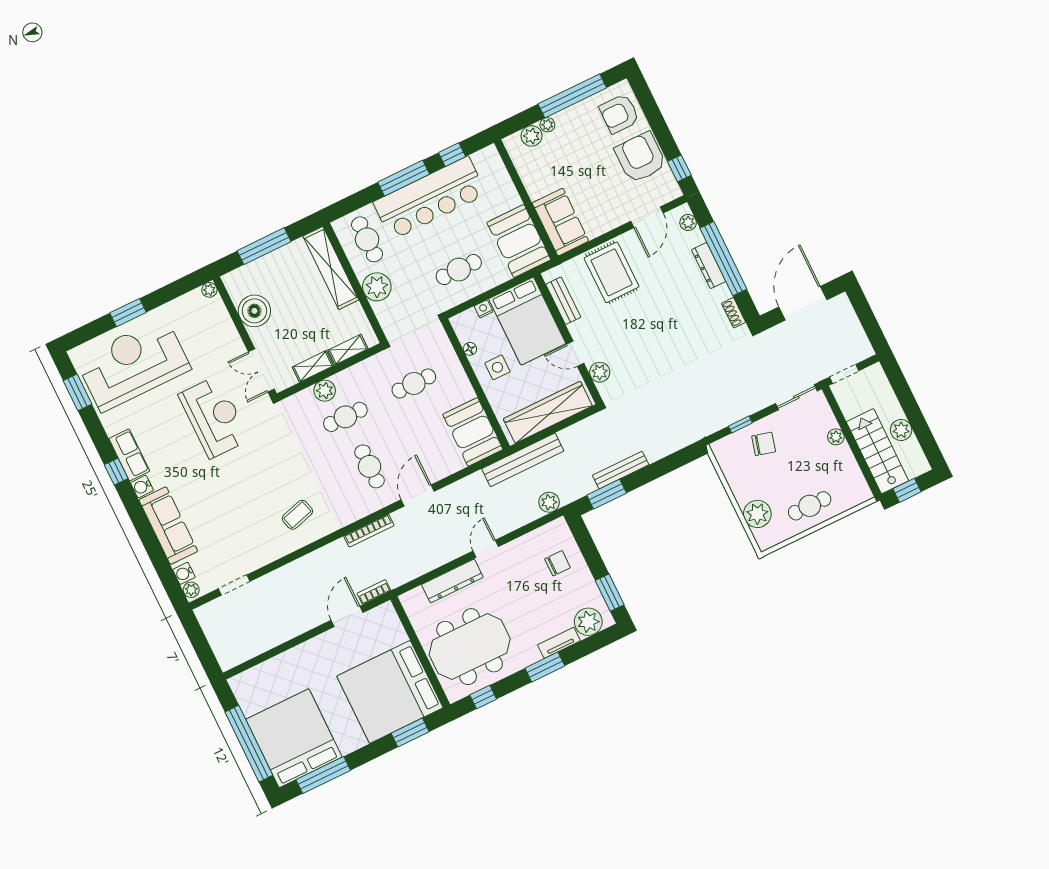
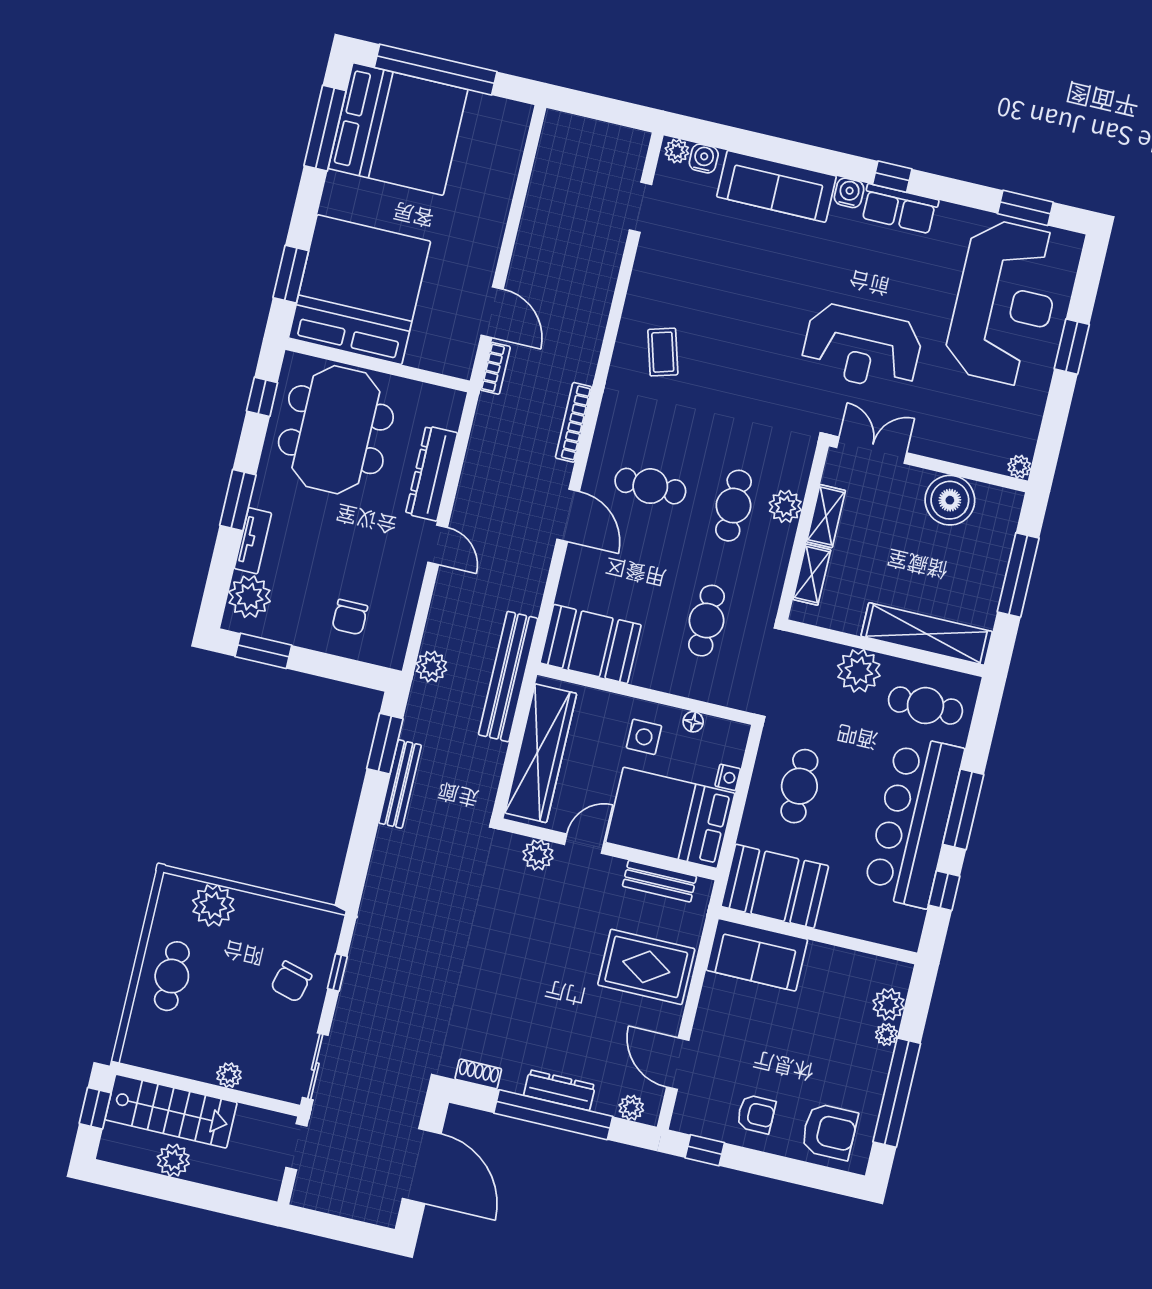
armchair: (619, 114) -> (829, 1132), turned 90
armchair: (640, 157) -> (756, 1114), width x0.53, depth x0.53

